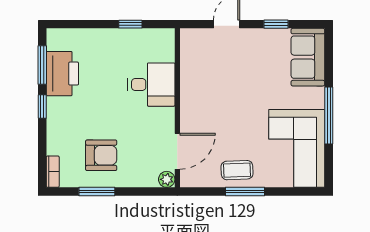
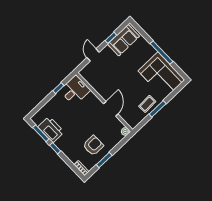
sofa: (308, 57) -> (123, 40), moved, turned -90
desk: (151, 85) -> (75, 90), moved
door: (177, 151) -> (111, 109), moved

